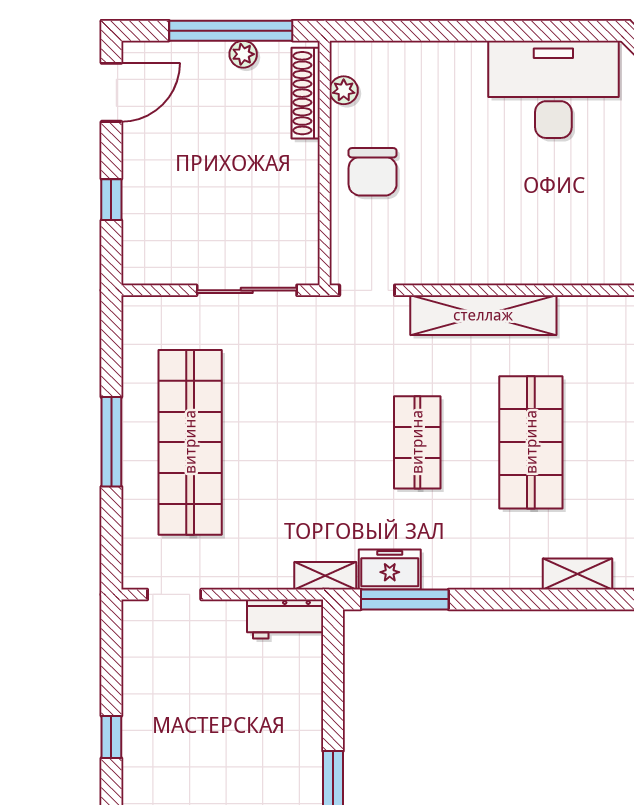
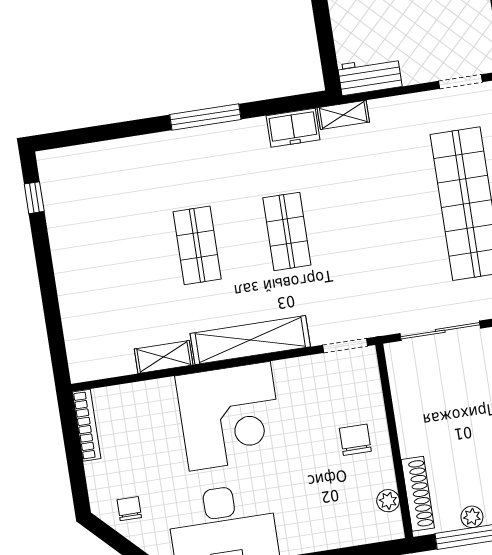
chair: (373, 172) -> (355, 440), width x0.73, depth x0.73
corner desk: (523, 225) -> (230, 416), added
shop shelf: (531, 442) -> (197, 245), width x0.70, depth x0.74
shelving: (578, 574) -> (164, 357), moved
window: (405, 599) -> (205, 117), moved

